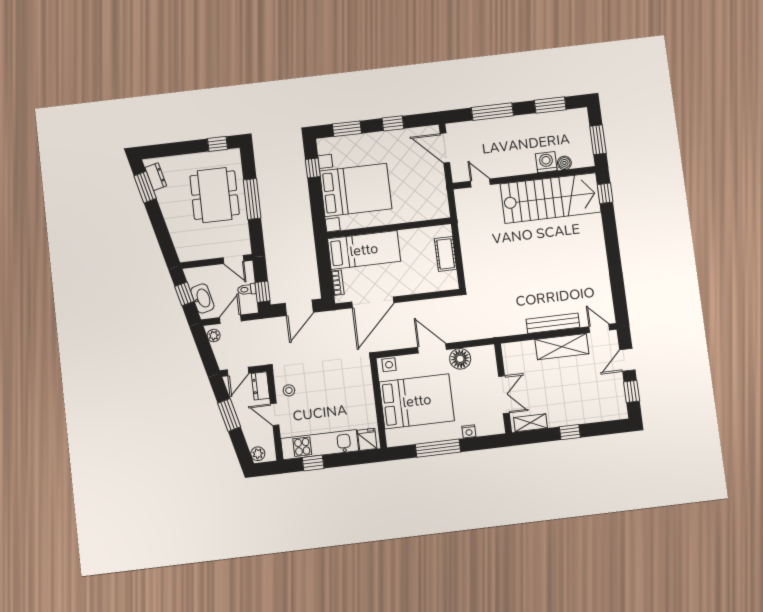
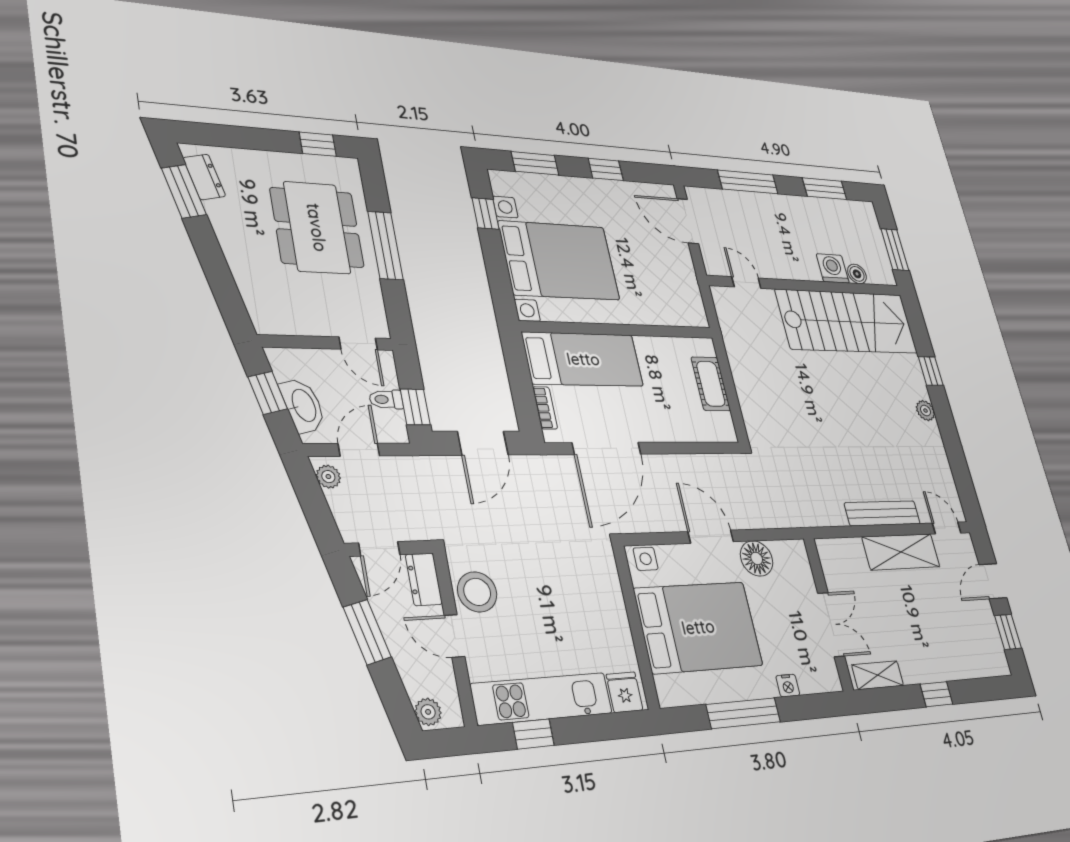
window: (605, 193) -> (931, 371), moved
plant: (599, 251) -> (925, 411), added
stool: (289, 390) -> (477, 592), width x1.89, depth x1.89

